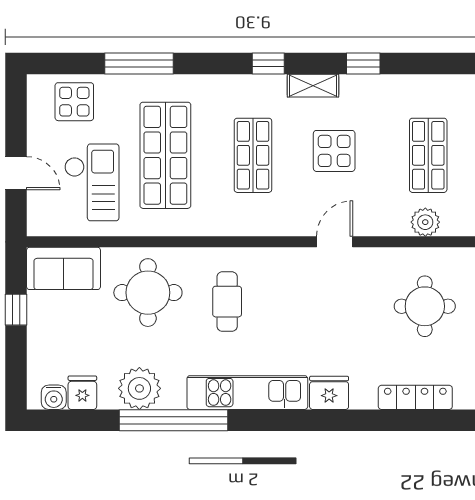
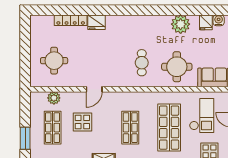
display table: (334, 151) -> (82, 122), moved
checkout: (92, 182) -> (202, 116), turned 180
kitchen unit: (247, 393) -> (133, 22), removed
locker: (415, 397) -> (71, 20), moved
window: (174, 420) -> (165, 10), removed

